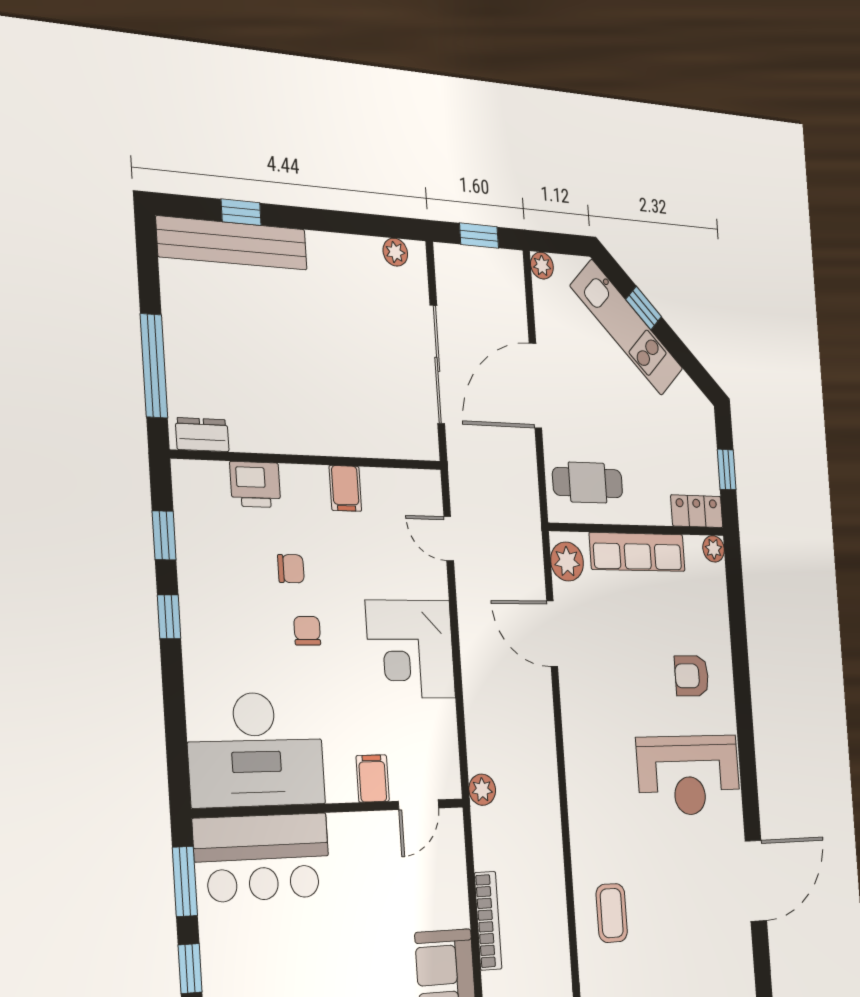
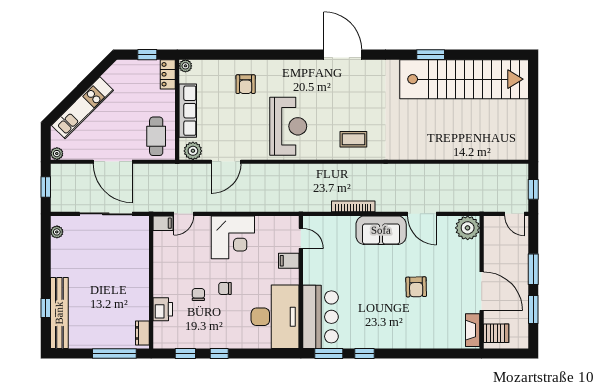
window: (644, 308) -> (73, 97), removed
filing cabinet: (345, 488) -> (163, 223), moved
reception desk: (689, 775) -> (288, 126), moved
plant: (482, 790) -> (295, 205), removed

